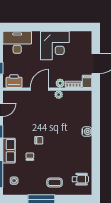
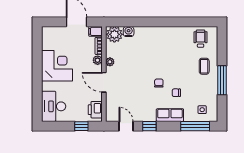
plant: (84, 99) -> (114, 34), added
water cooler: (87, 132) -> (129, 32), moved

